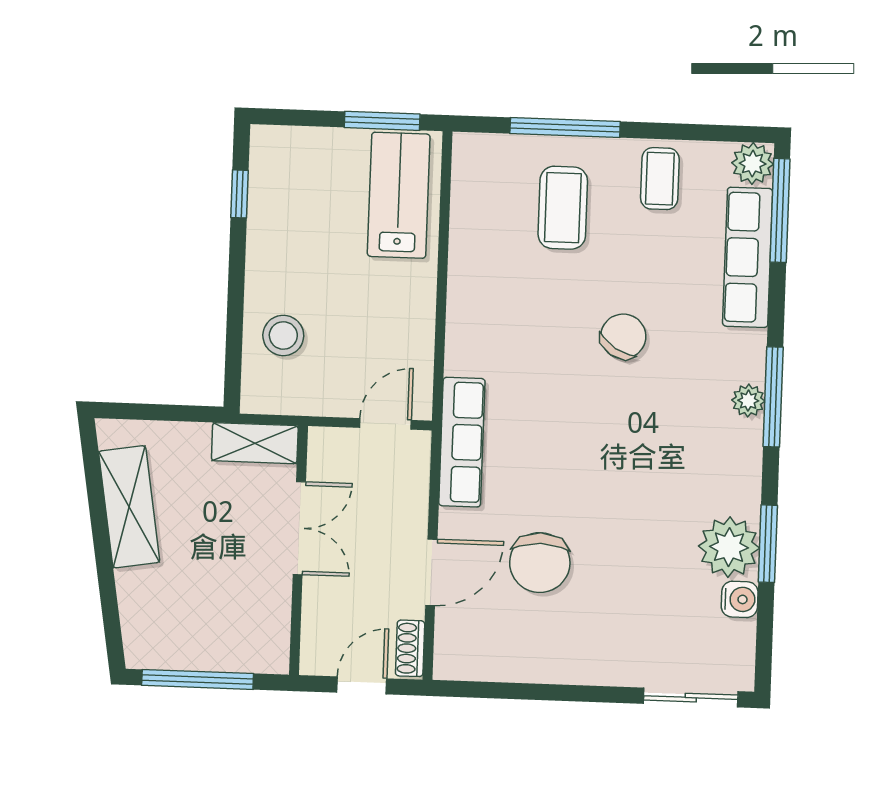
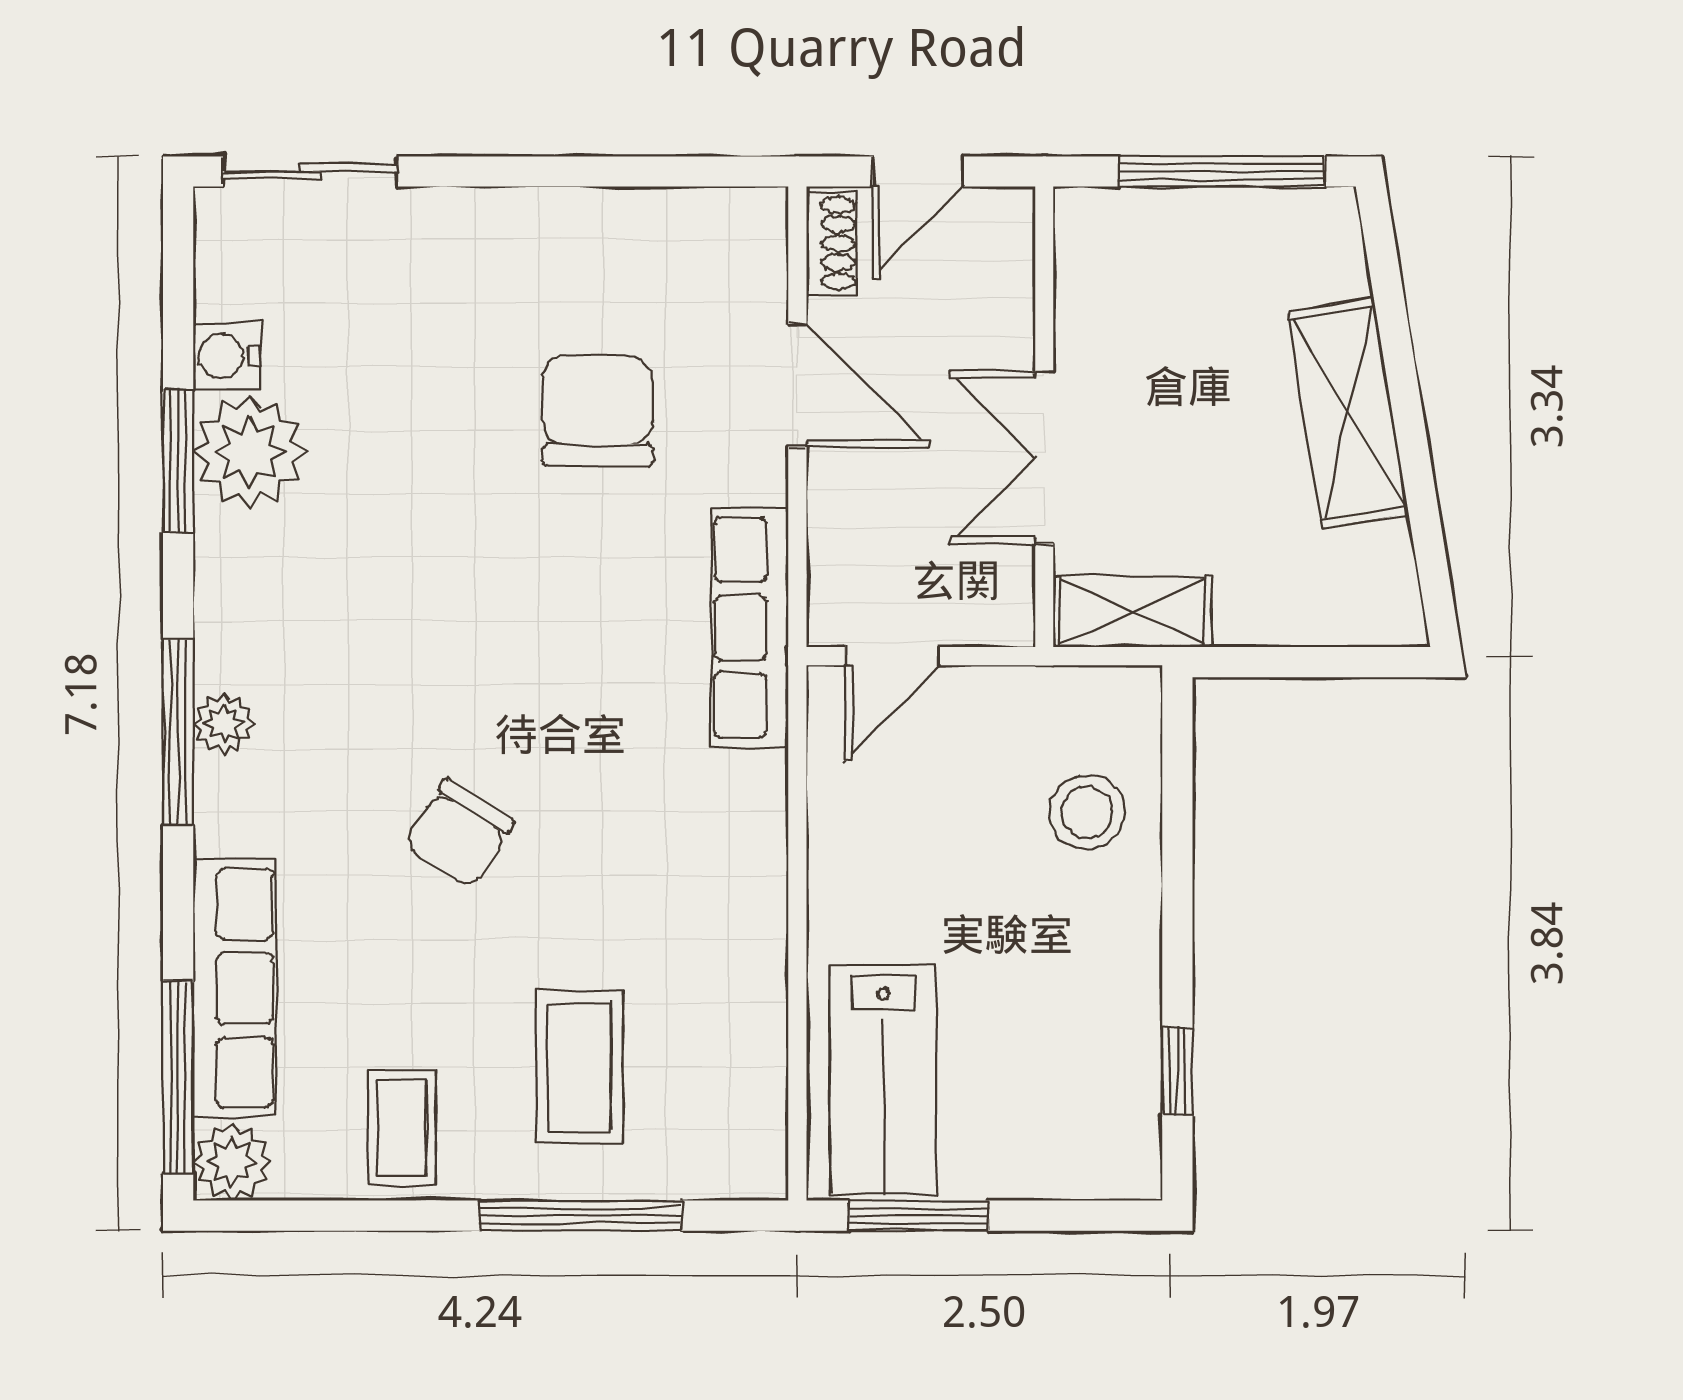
shelving: (129, 507) -> (1348, 413), moved
door: (431, 572) -> (797, 385), swing flipped

